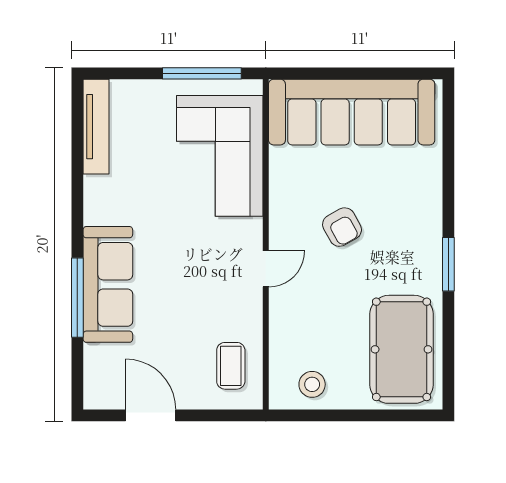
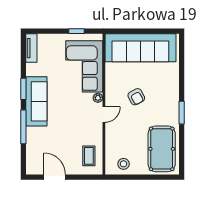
window: (202, 73) -> (76, 31), width x0.46
tv unit: (96, 127) -> (31, 48), width x0.71
window: (77, 209) -> (23, 89), added
plant: (252, 229) -> (98, 98), added
sofa: (108, 284) -> (36, 101), moved

